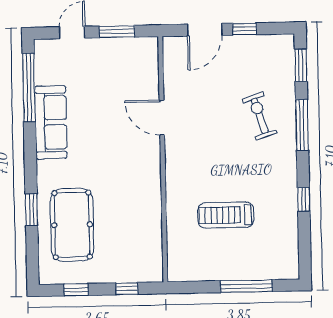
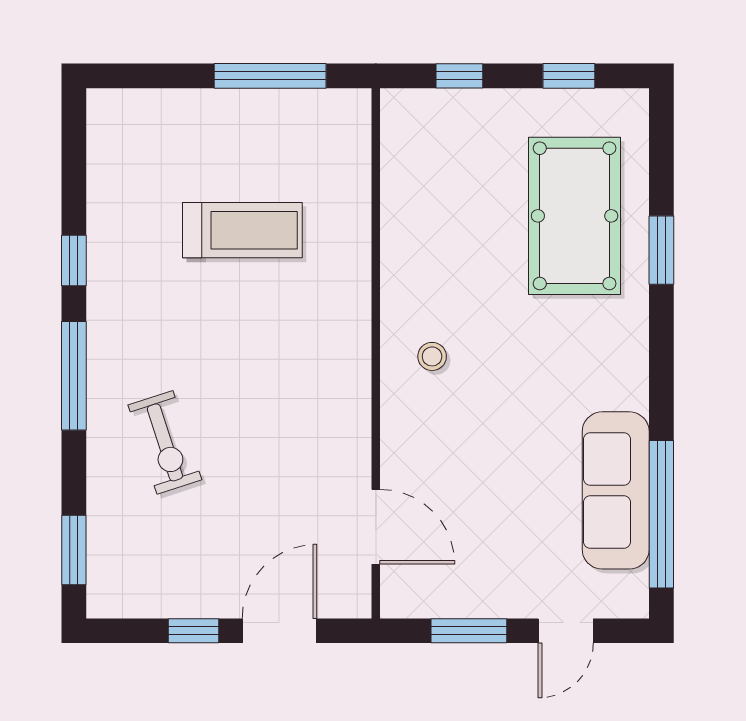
door: (162, 118) -> (376, 527), moved
sofa: (51, 122) -> (616, 490), moved
window: (302, 125) -> (74, 376), moved
stool: (137, 158) -> (432, 356), added
window: (246, 286) -> (270, 76), moved

